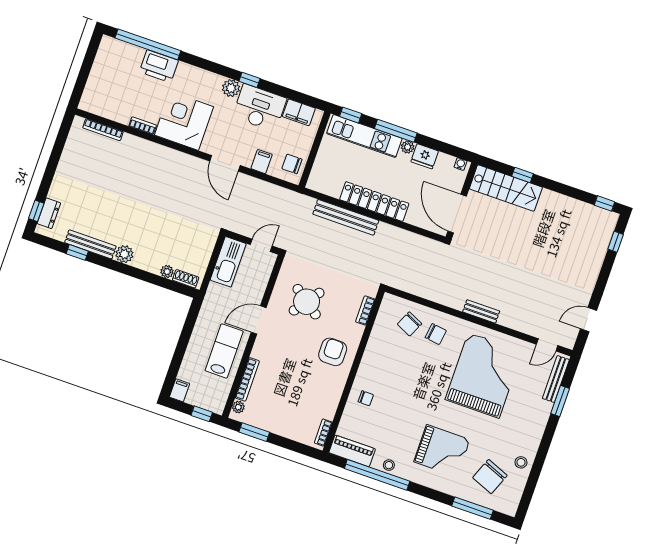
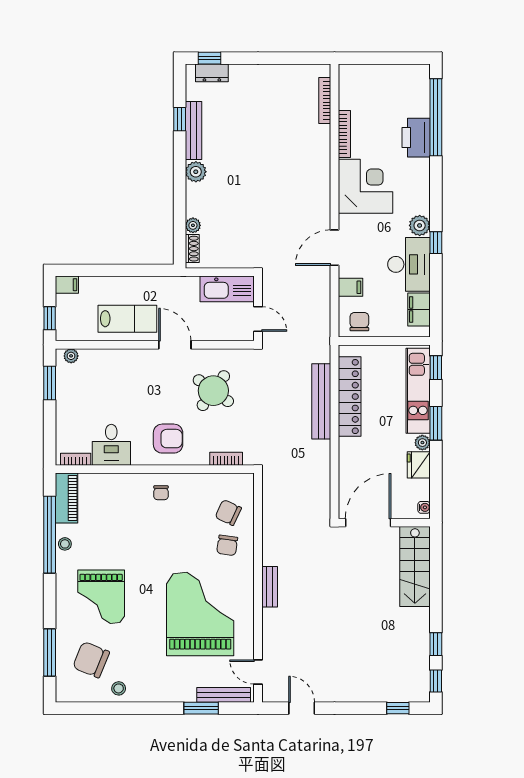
bookcase: (143, 126) -> (344, 134), width x1.56
window: (396, 131) -> (436, 423), width x0.69
window: (523, 175) -> (436, 644), moved
locker: (374, 202) -> (350, 397), moved
grand piano: (484, 375) -> (200, 614), turned -90
bookcase: (247, 379) -> (105, 355), removed
chair: (366, 398) -> (161, 493), moved
desk: (322, 400) -> (111, 445), added

